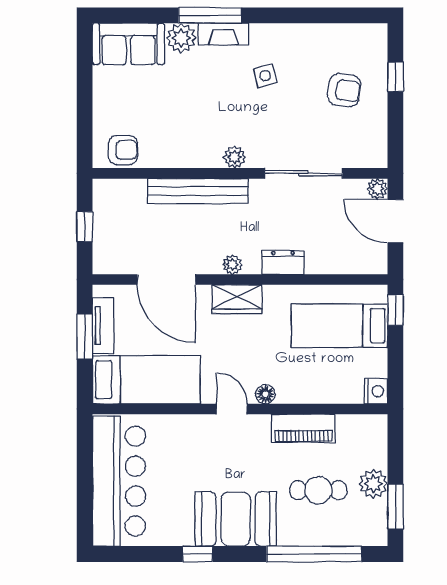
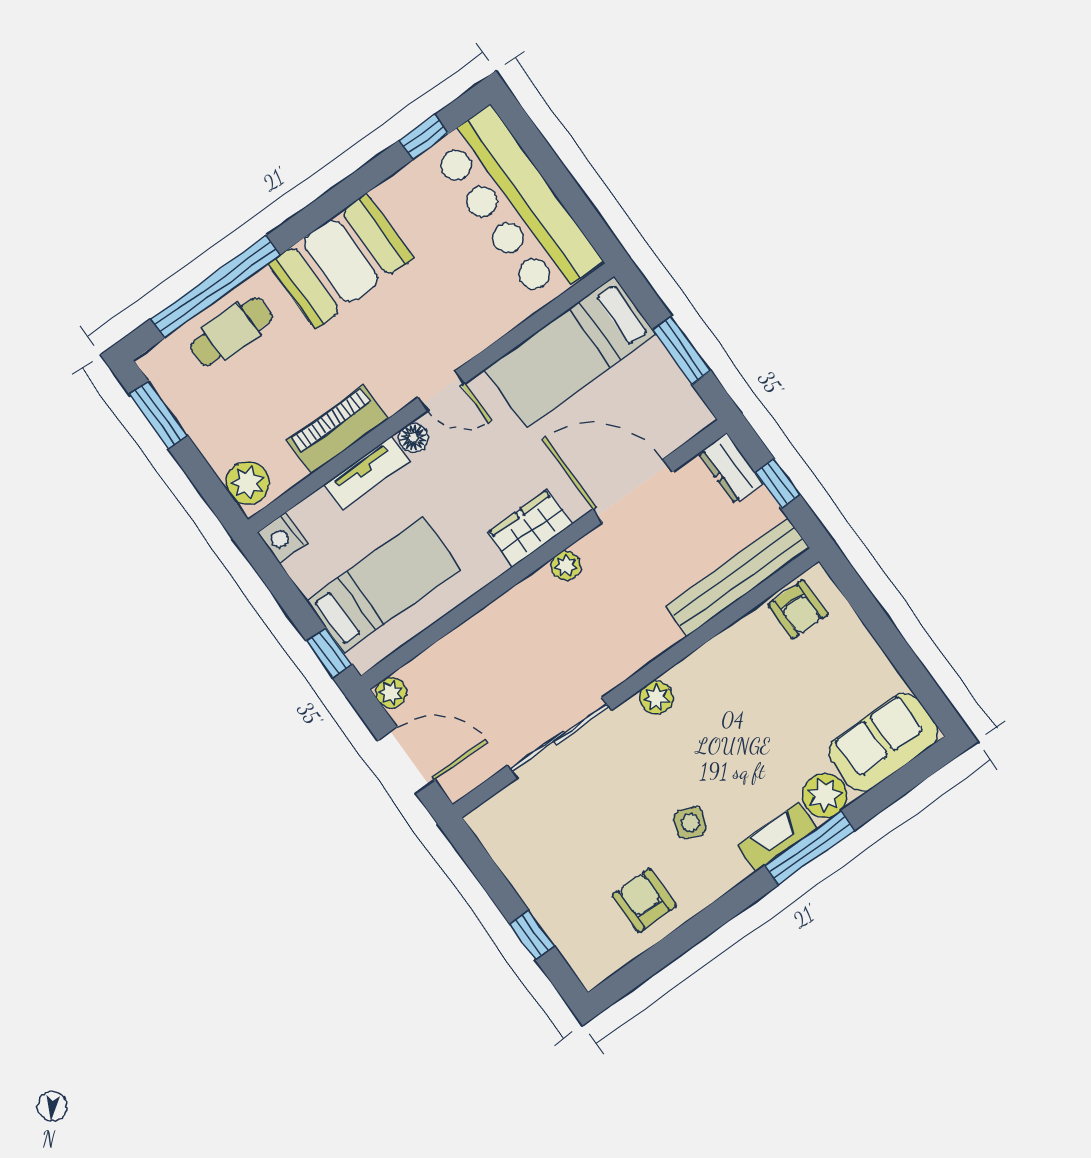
side table: (265, 76) -> (690, 823), turned 35
armchair: (344, 90) -> (644, 901), moved, turned 82
armchair: (123, 150) -> (798, 609), turned -90
plant: (377, 189) -> (391, 693), moved
bench: (198, 191) -> (738, 577), moved
dresser: (283, 262) -> (731, 468), moved, turned 90
tv unit: (103, 326) -> (366, 473), moved, turned -90
plant: (373, 484) -> (248, 483), moved
cafe table: (318, 490) -> (231, 332), moved
window: (198, 554) -> (424, 137), moved

